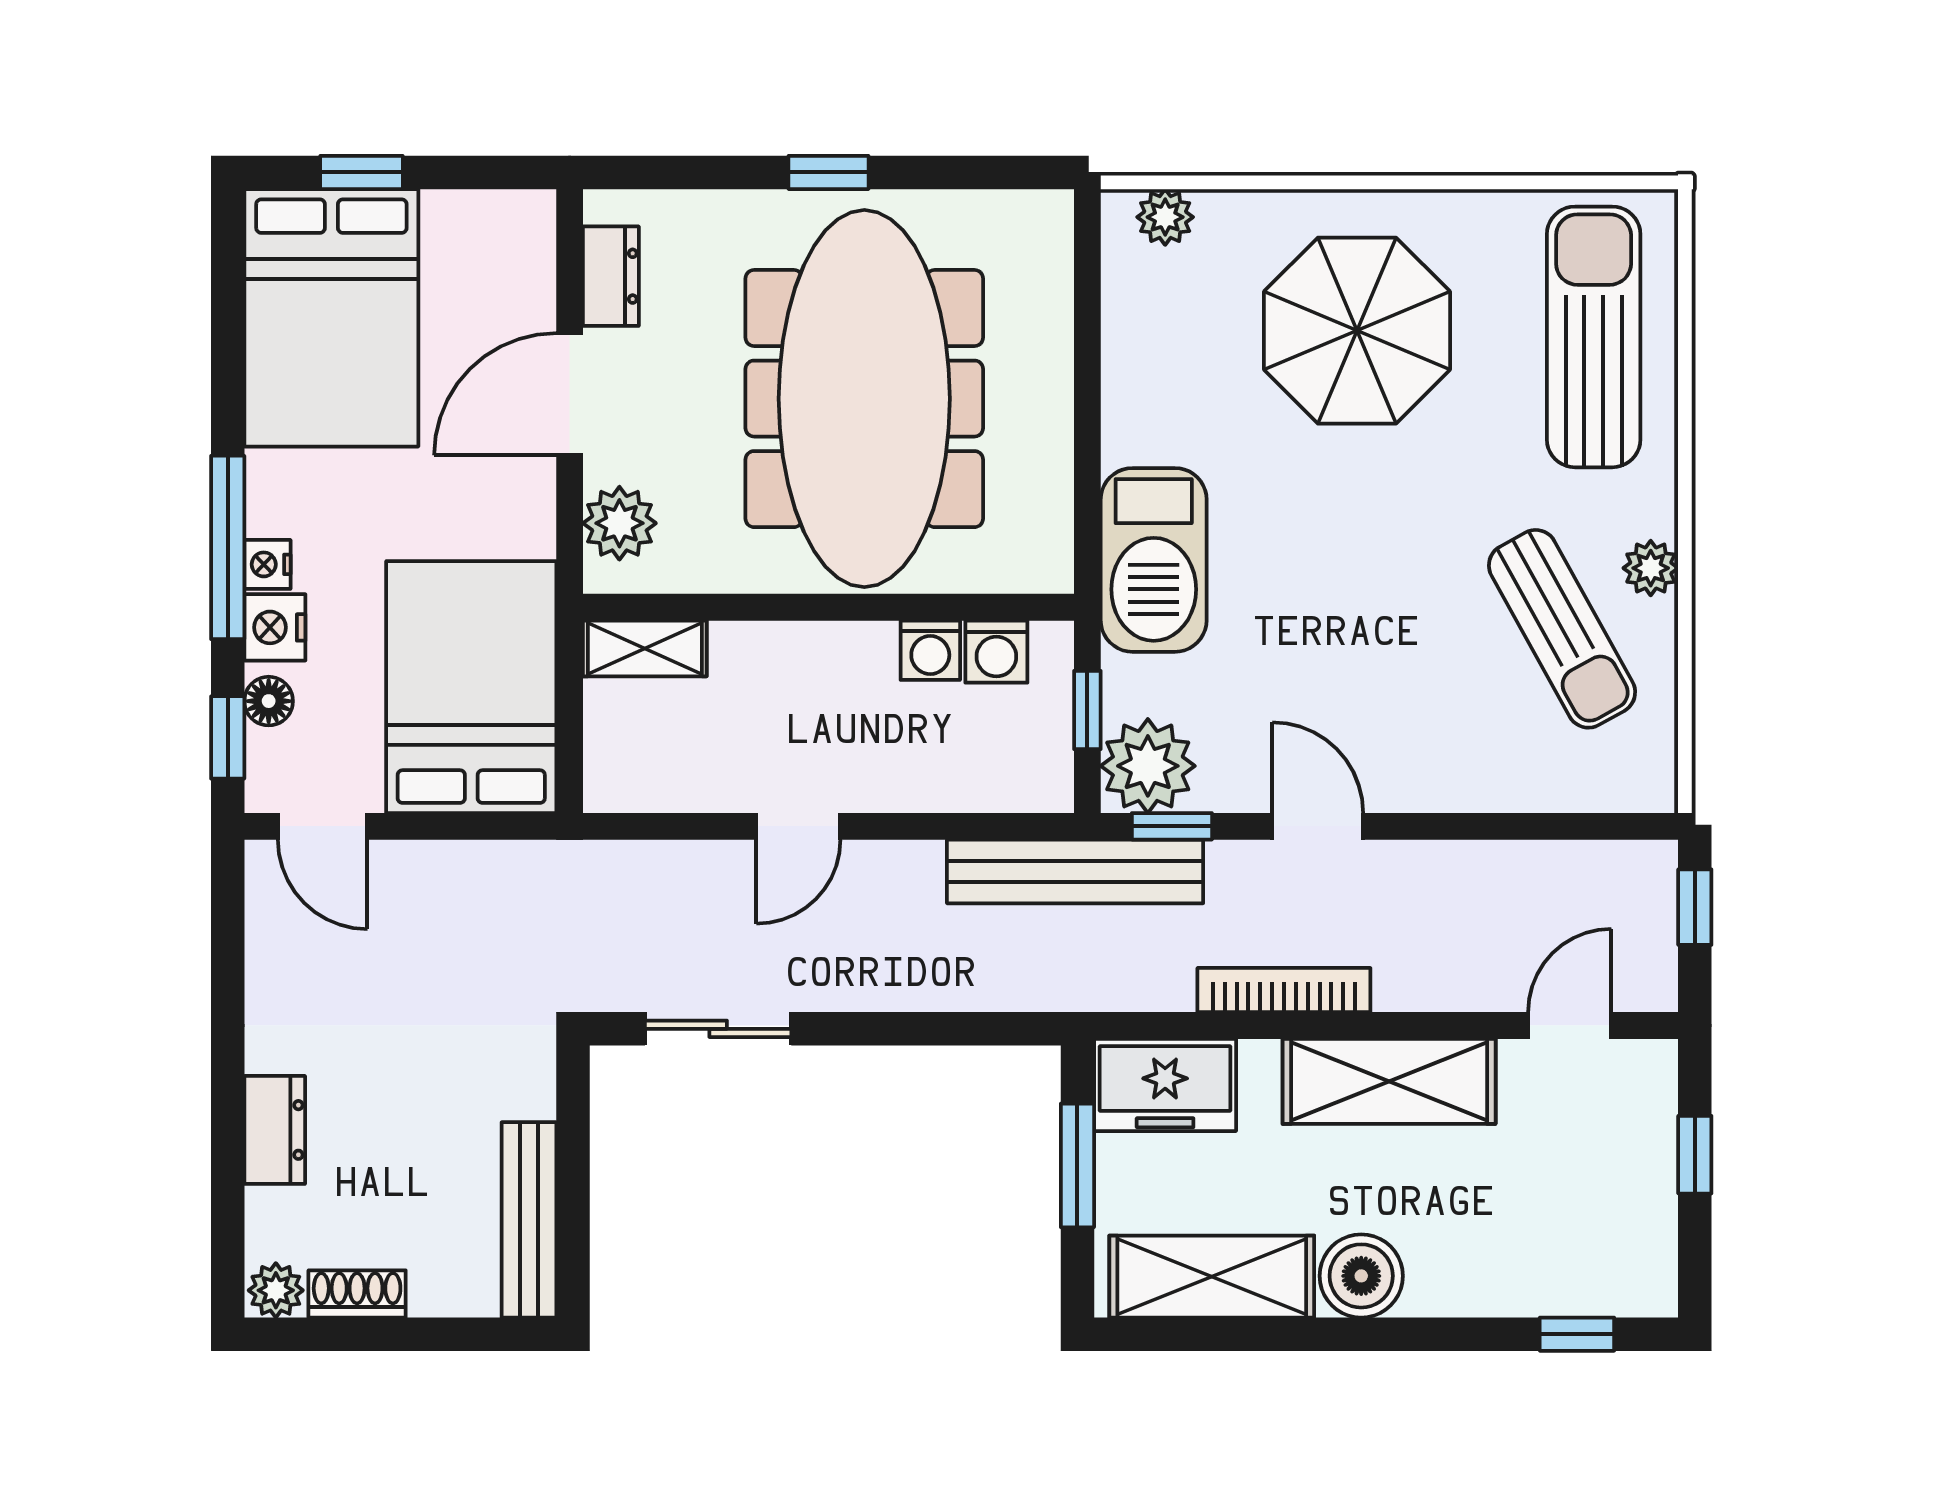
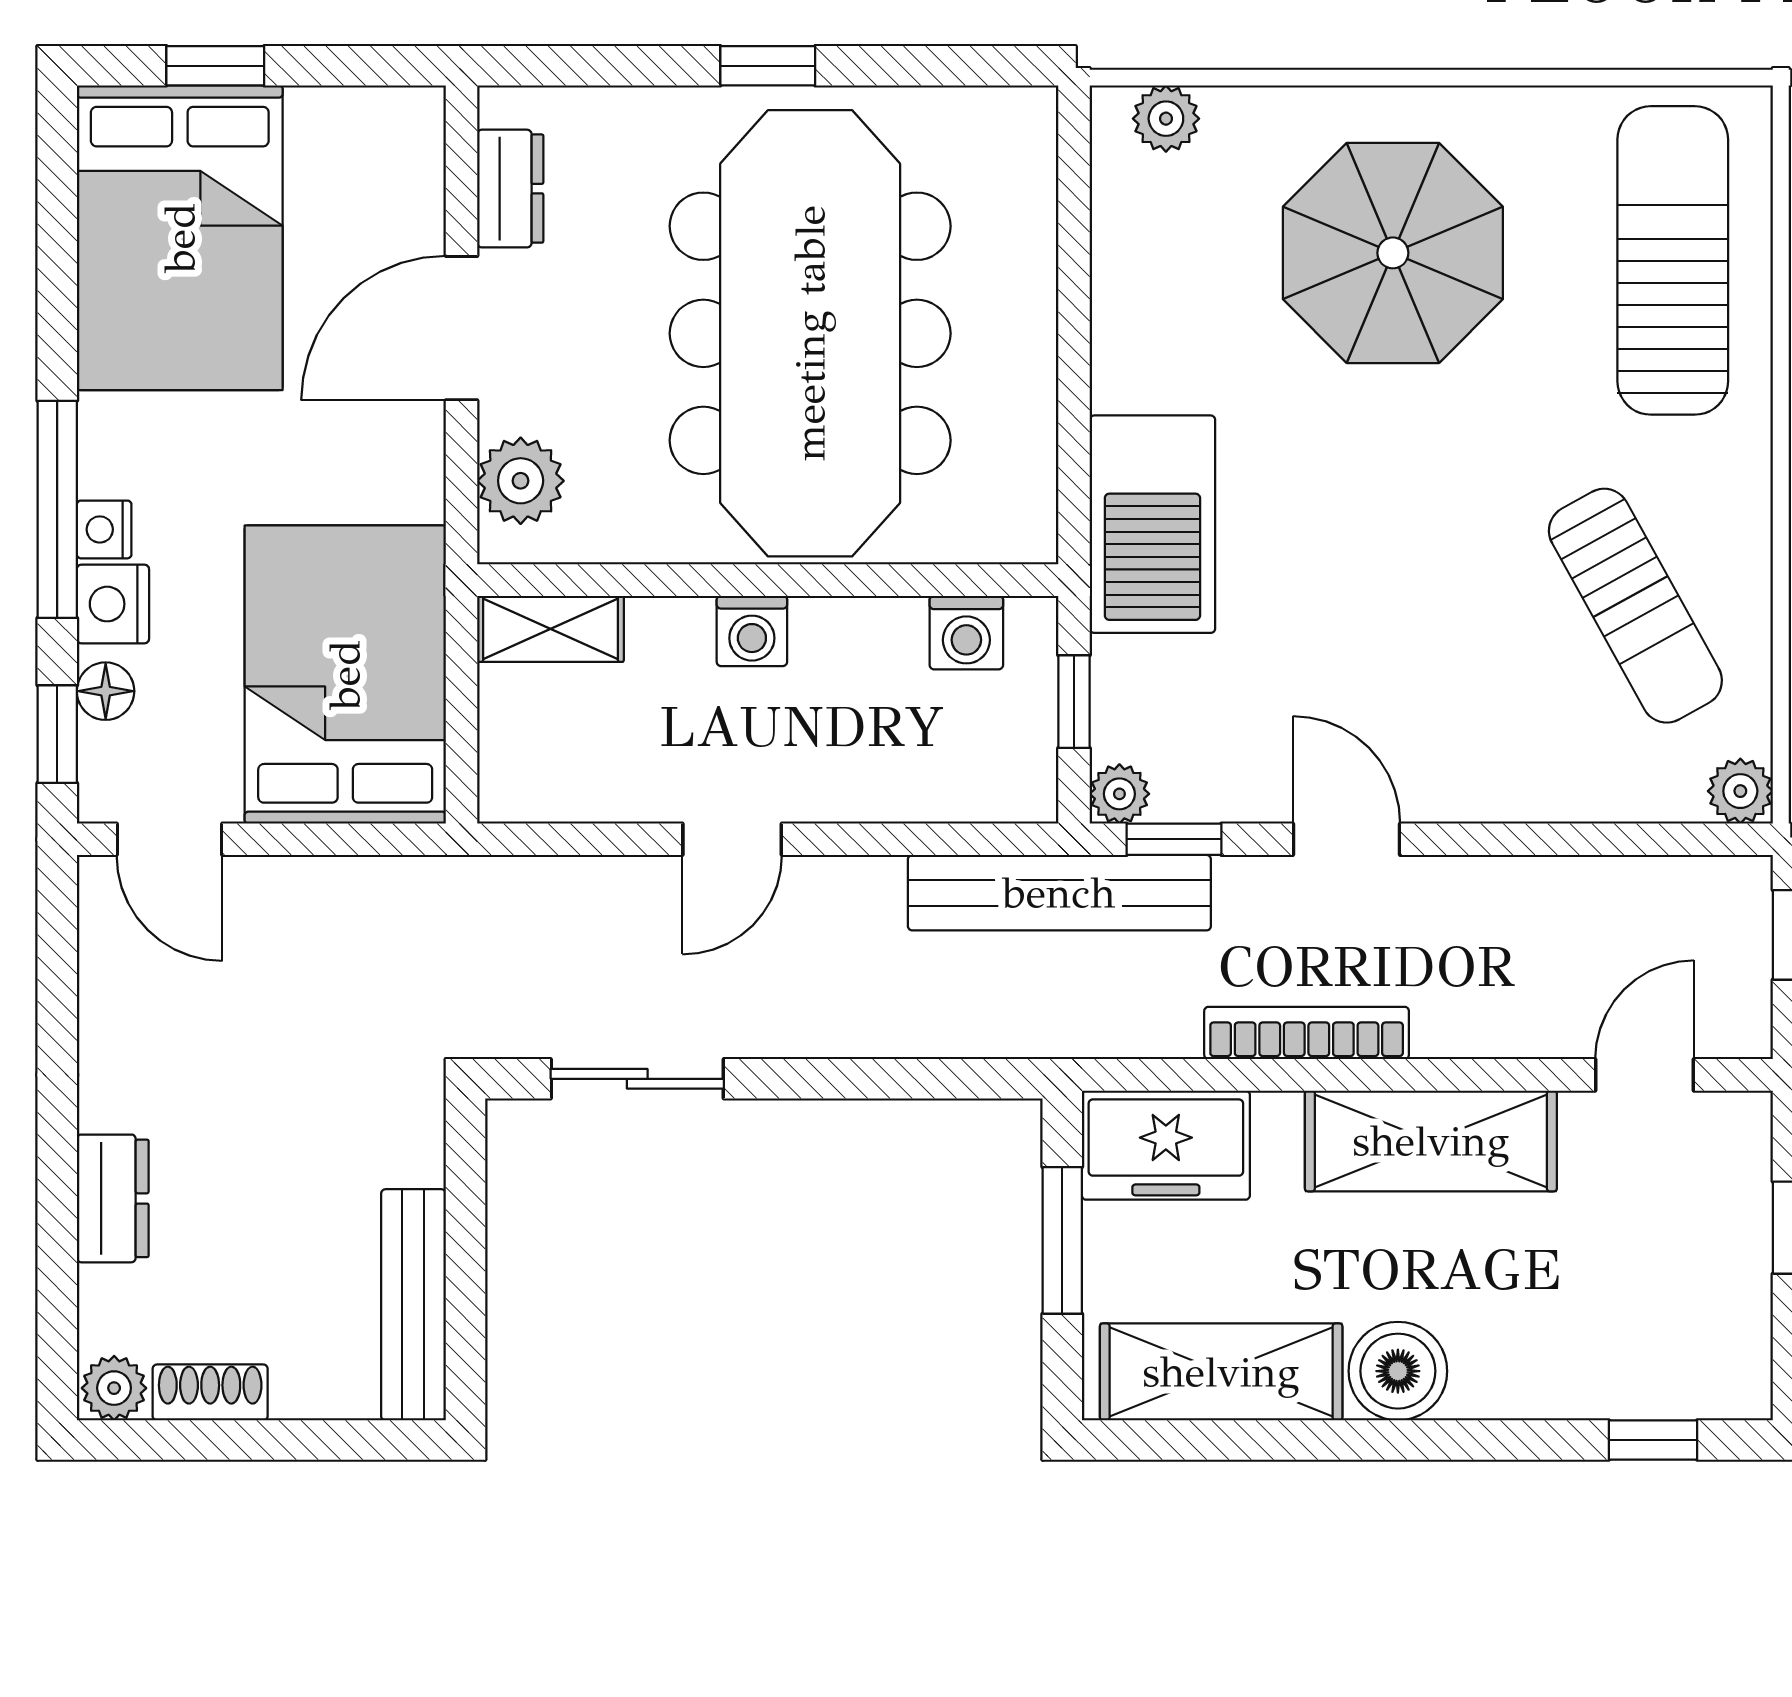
plant: (1651, 568) -> (1740, 791), moved
washing machine: (930, 650) -> (752, 631), moved
plant: (1148, 766) -> (1119, 794), width x0.53, depth x0.53

